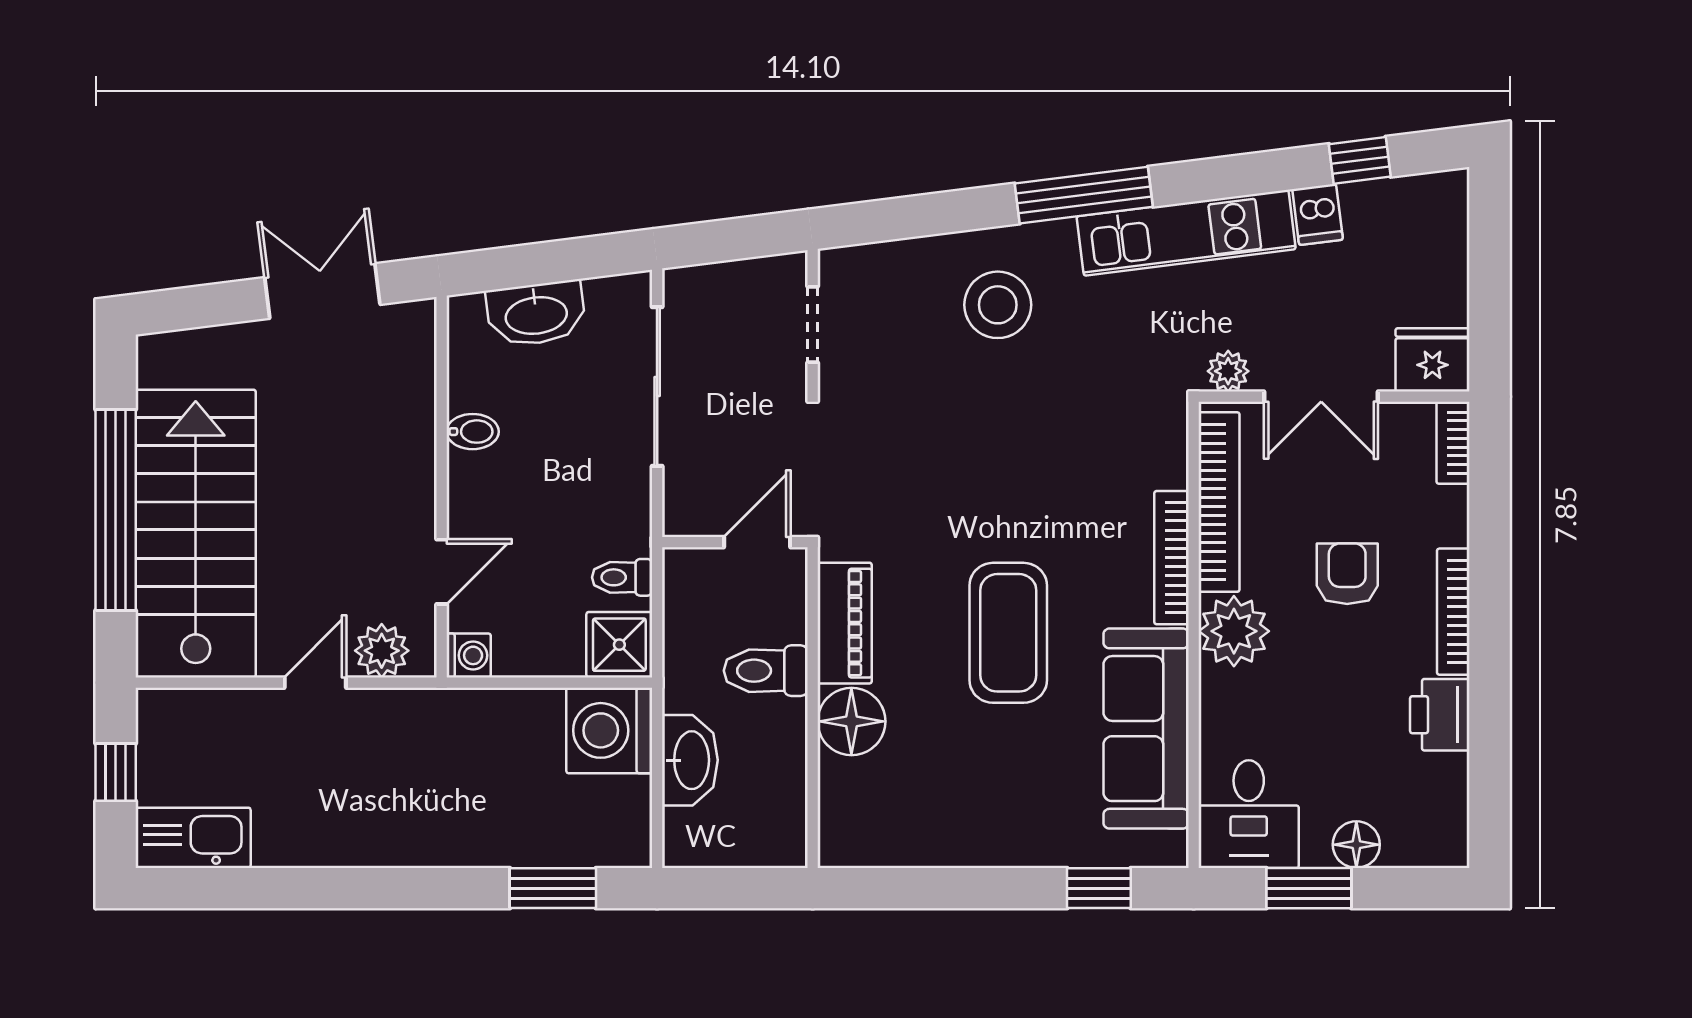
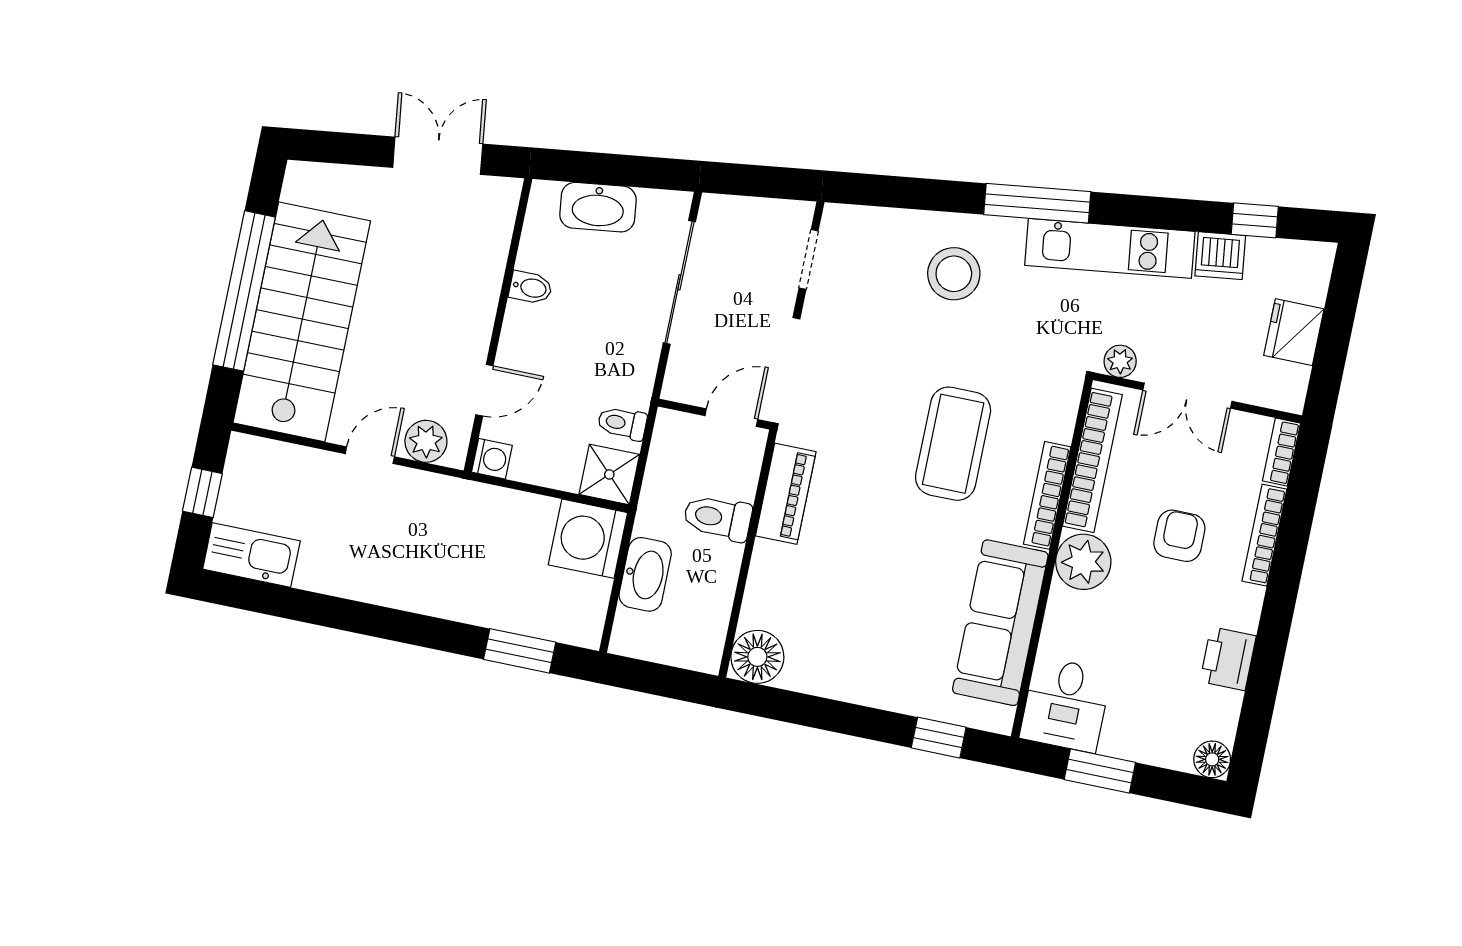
dishwasher: (1318, 214) -> (1220, 256), width x1.38
fridge: (1432, 360) -> (1294, 332), moved, turned -90
bookcase: (1453, 612) -> (1264, 535), moved
coffee table: (1008, 633) -> (953, 444), moved
floor lamp: (851, 721) -> (757, 657), moved
floor lamp: (1356, 845) -> (1212, 759), moved

